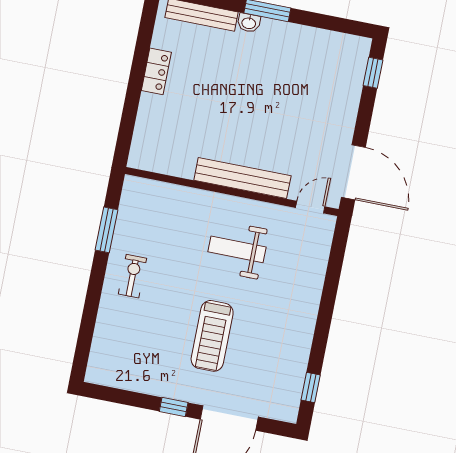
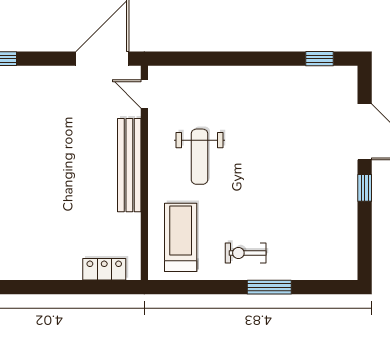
locker: (156, 71) -> (104, 269), moved
window: (106, 230) -> (269, 287), moved
treadmill: (212, 336) -> (181, 237), moved, turned -90

